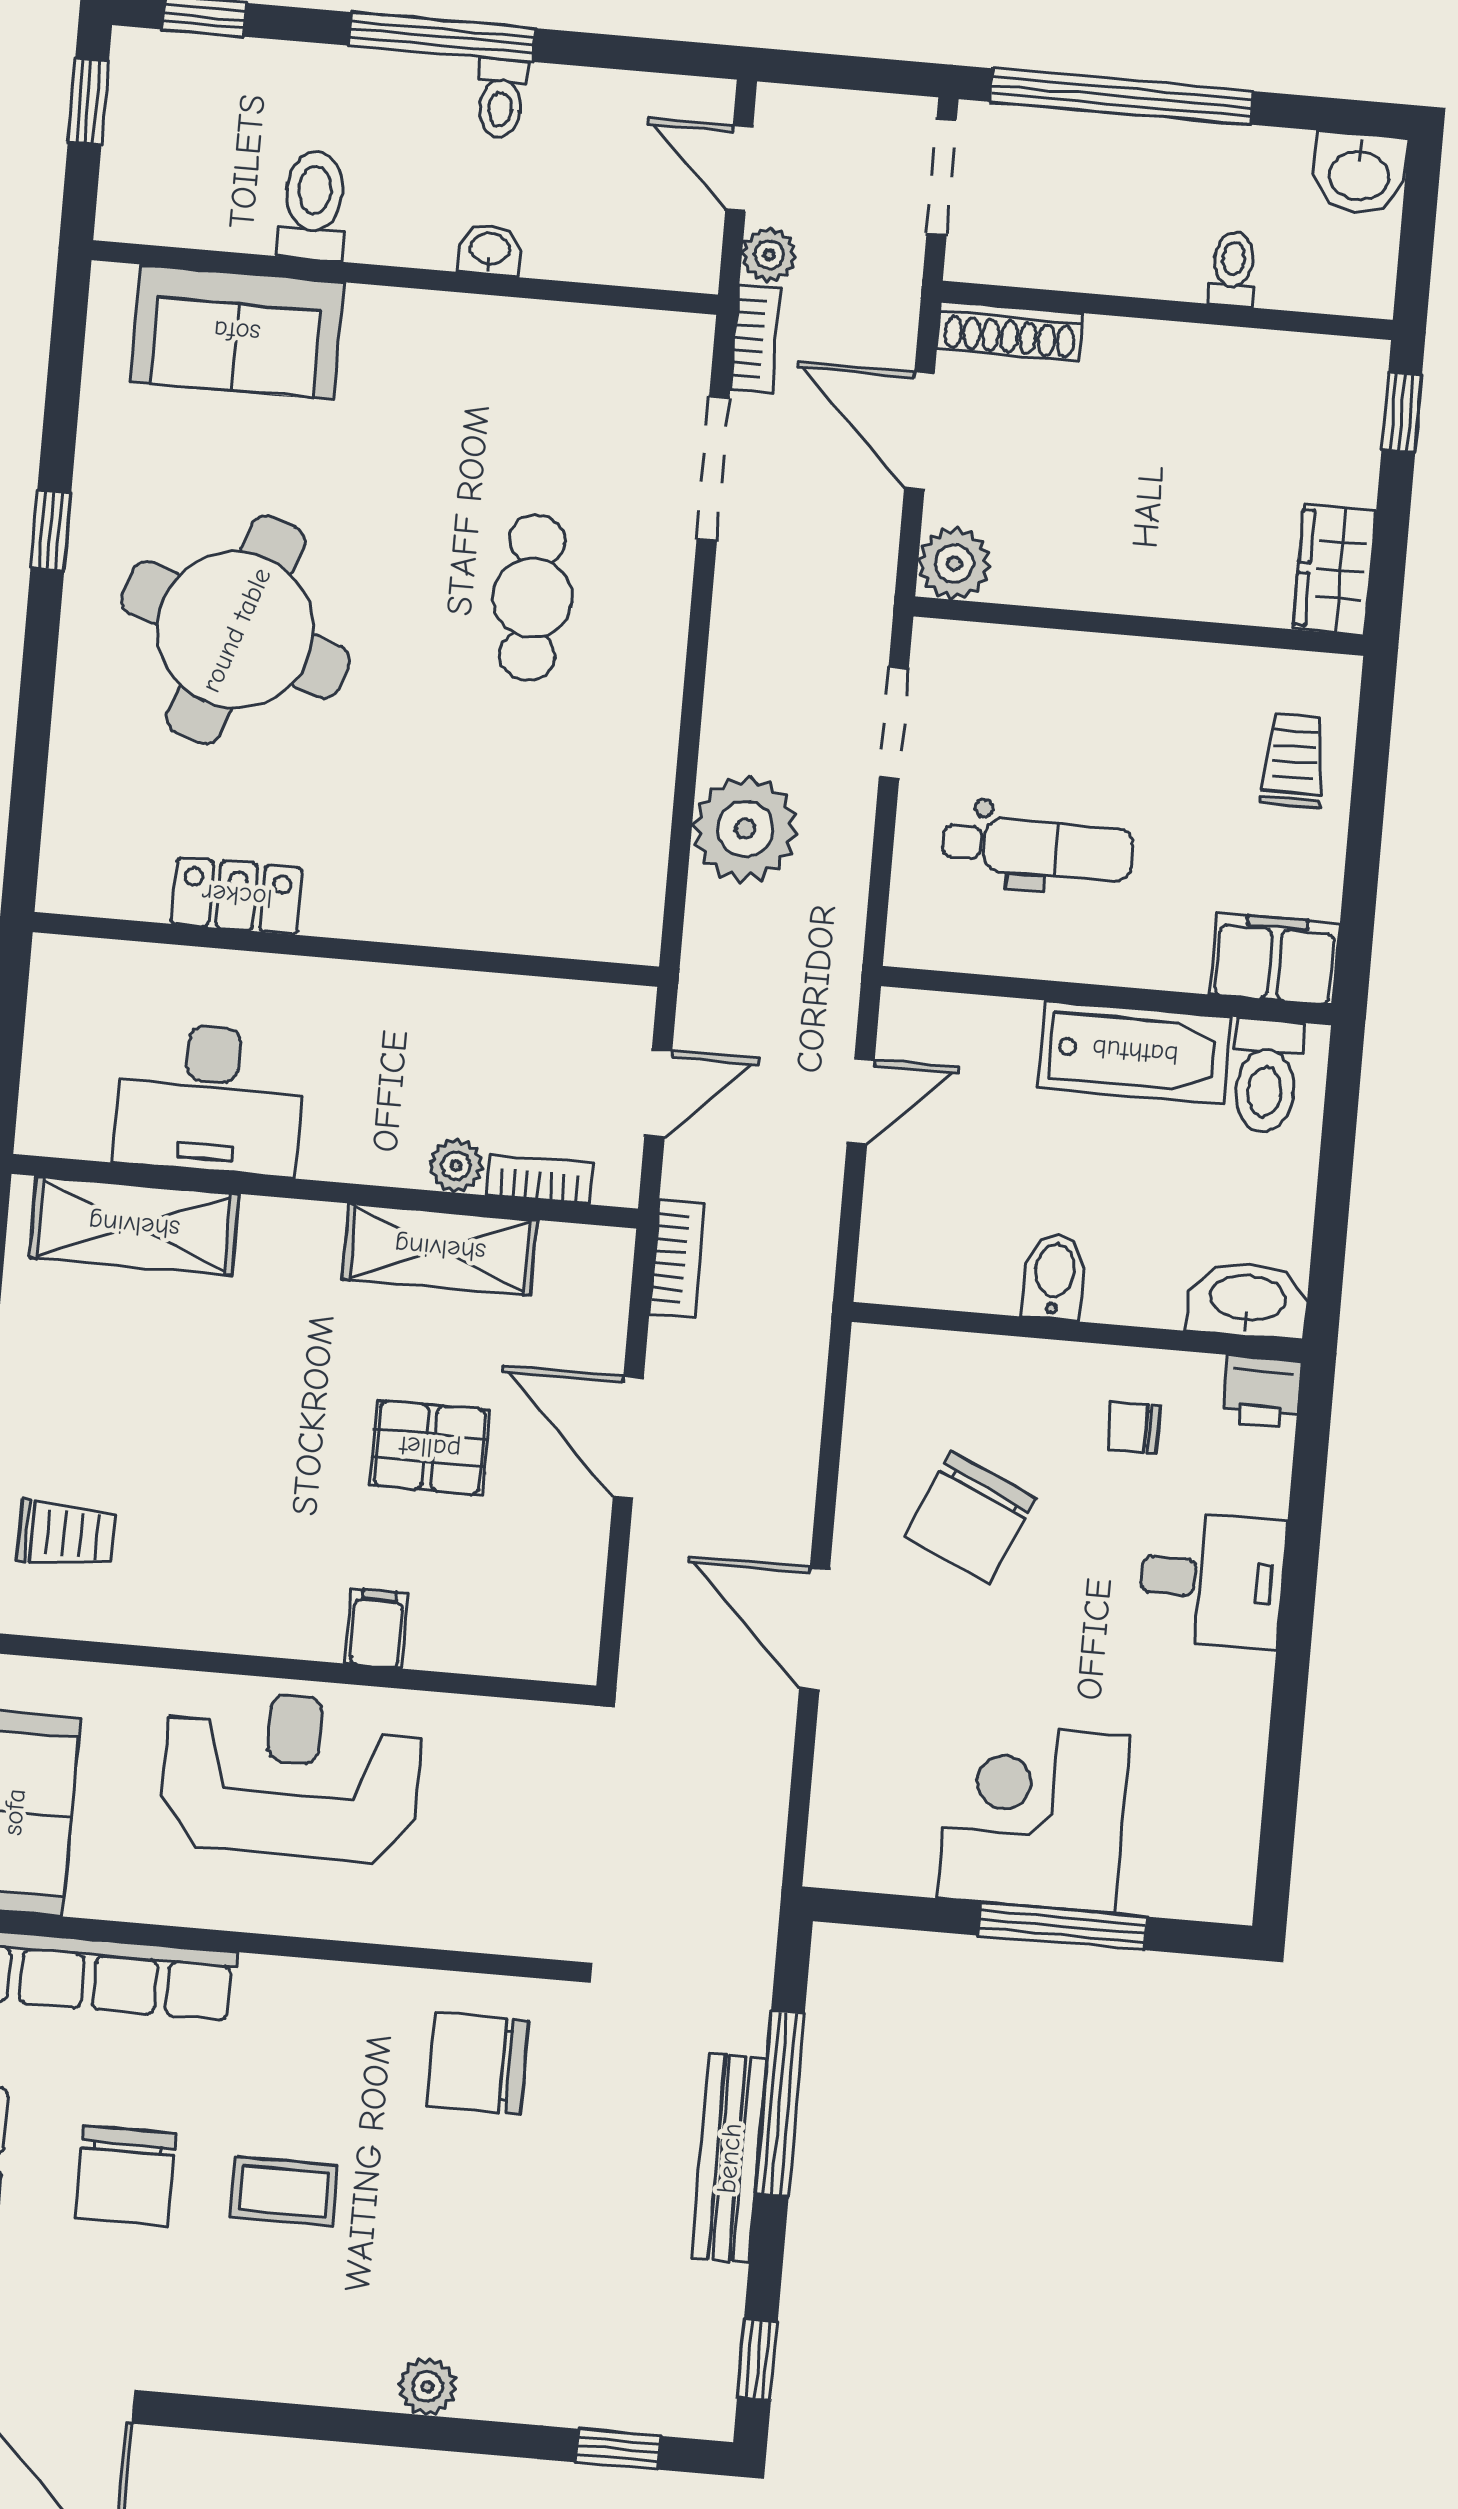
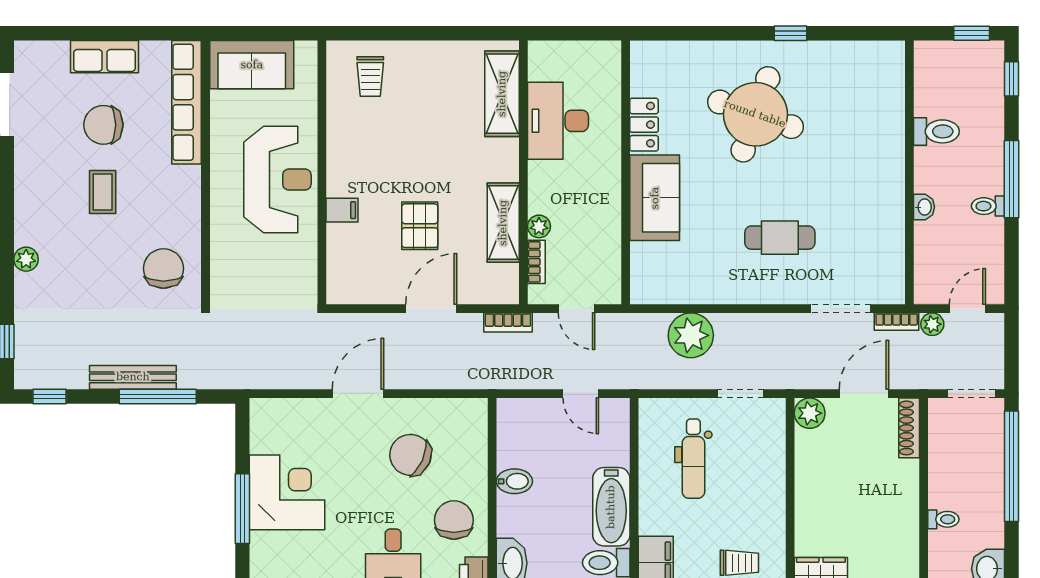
sofa: (237, 332) -> (655, 198), moved, turned 180
chair: (1133, 1428) -> (454, 520), width x1.87, depth x1.87

